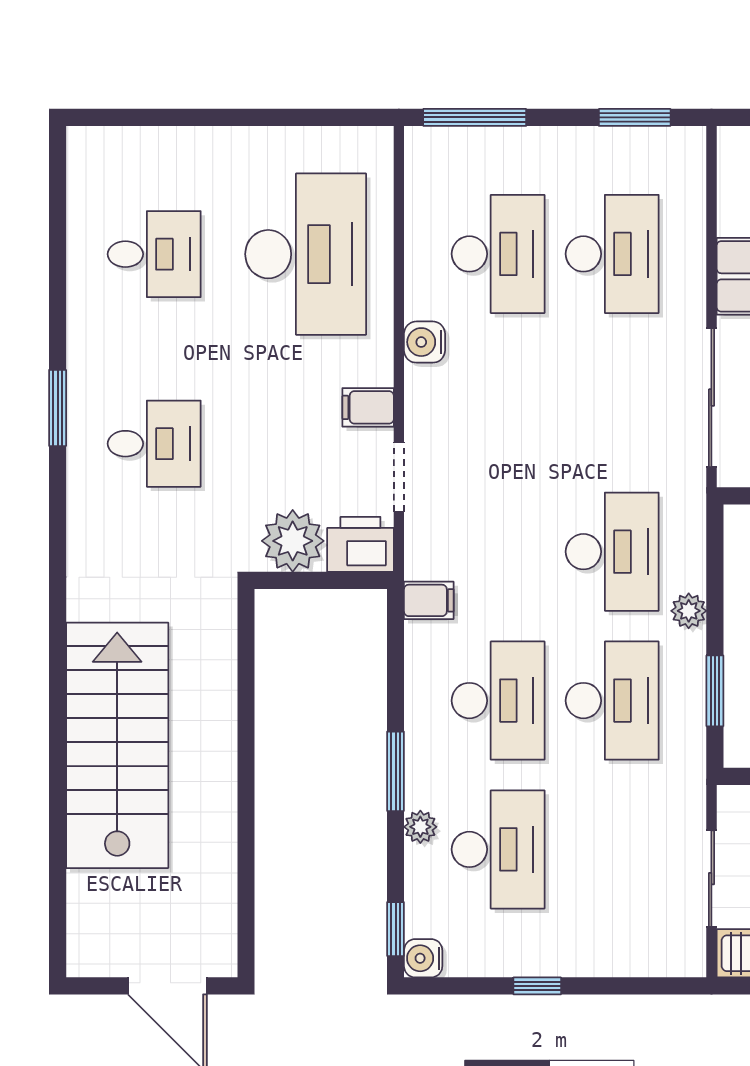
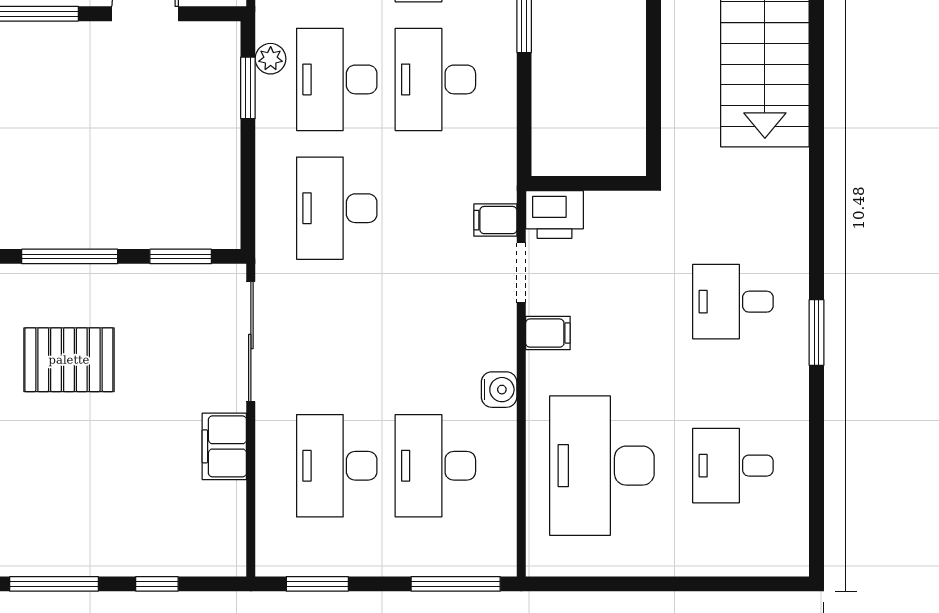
plant: (293, 541) -> (613, 218), removed
filing cabinet: (429, 600) -> (495, 220), moved
plant: (689, 611) -> (271, 59), moved

